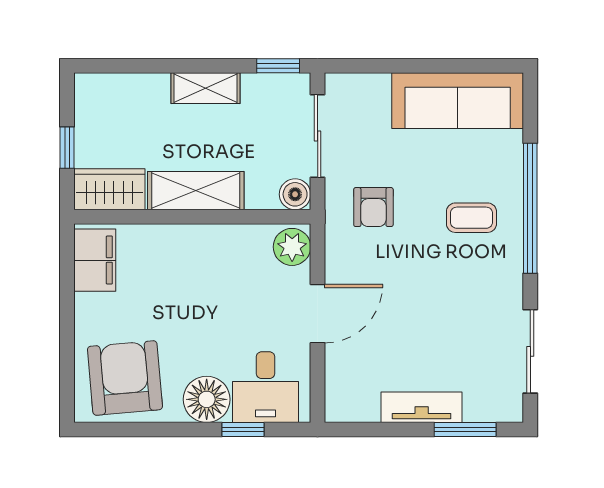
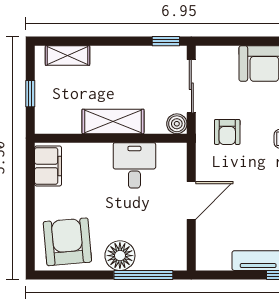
shelving: (206, 88) -> (68, 55), moved
wardrobe: (109, 189) -> (57, 121), removed
plant: (292, 247) -> (175, 158), removed
desk: (266, 387) -> (134, 165), moved, turned 180
window: (243, 429) -> (143, 275), width x2.17

